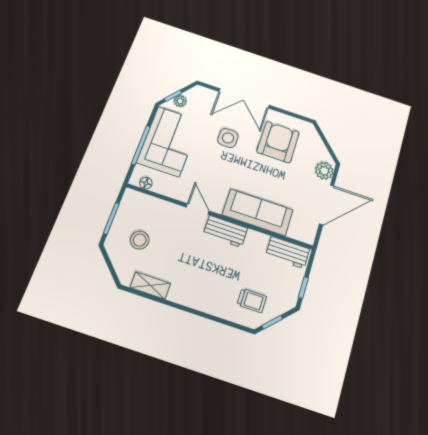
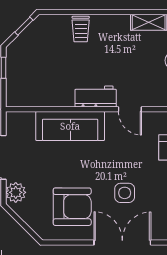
armchair: (278, 142) -> (72, 207), turned -90
workbench: (288, 252) -> (29, 96), removed
trolley: (252, 301) -> (81, 29), moved, turned -90

